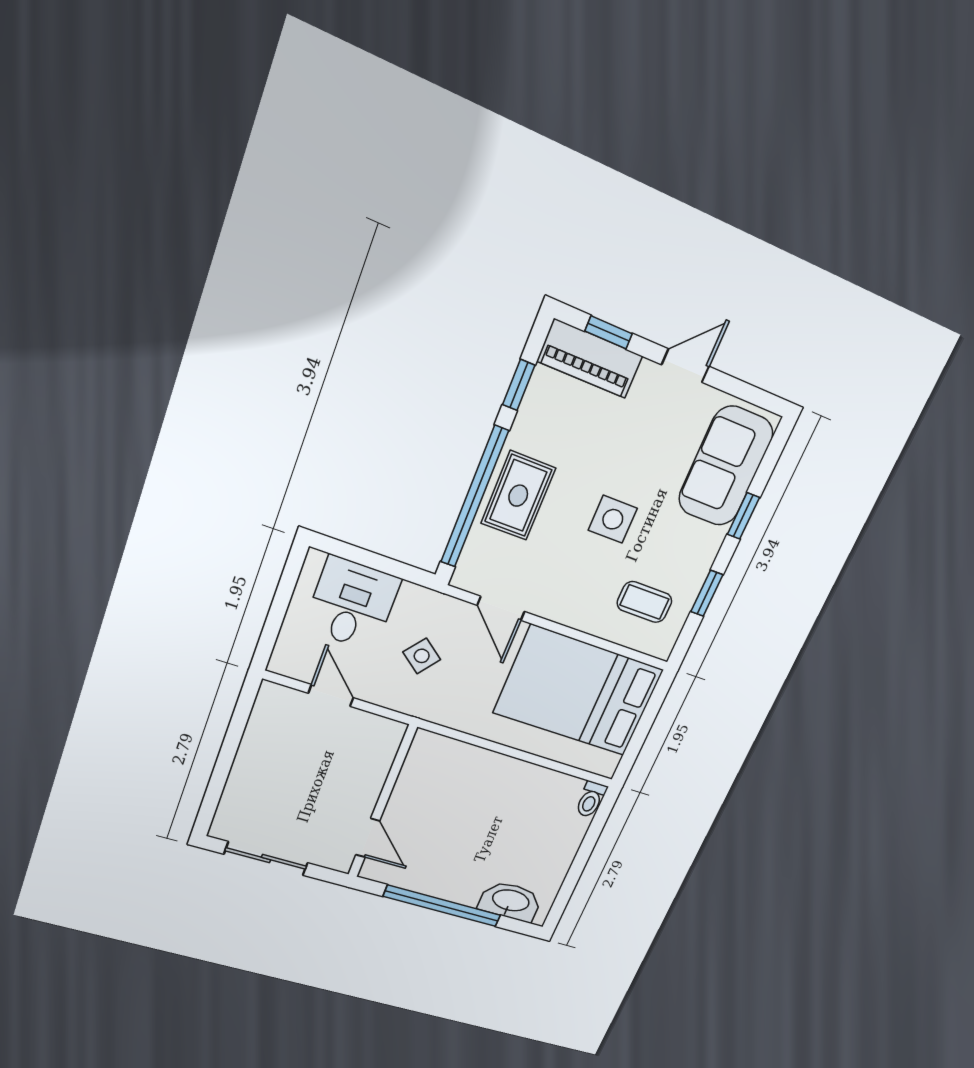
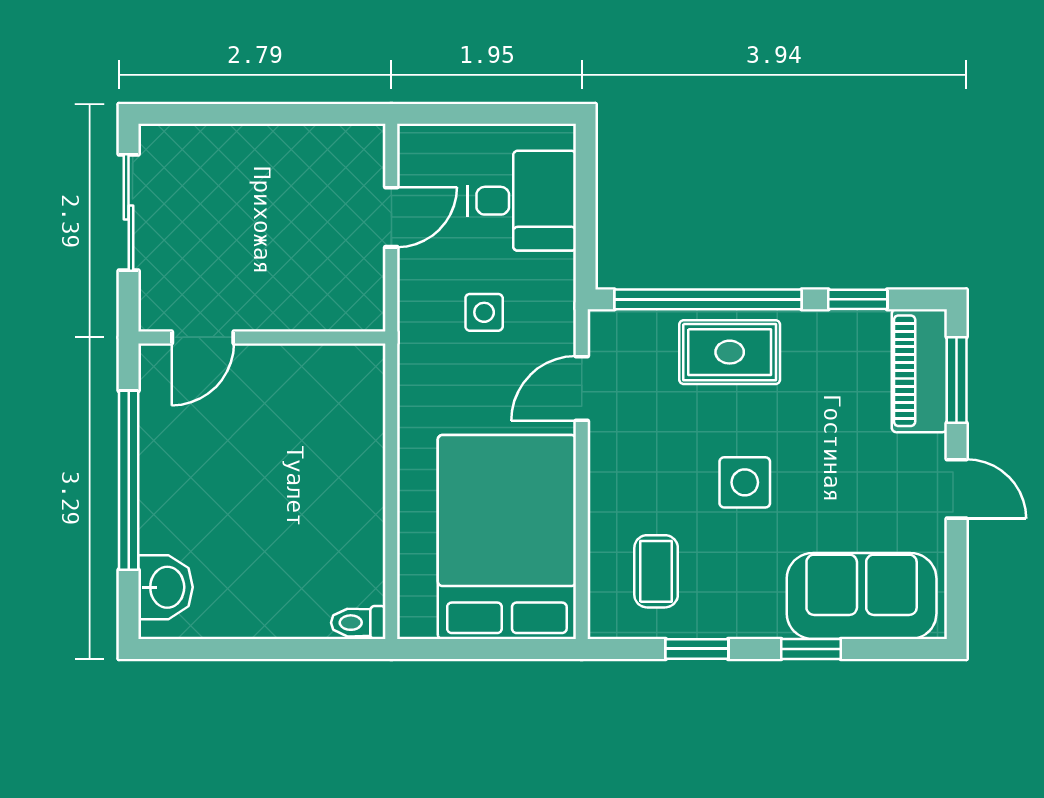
window: (609, 332) -> (957, 380), width x1.50
side table: (422, 656) -> (484, 312), turned -38
washbasin: (510, 901) -> (166, 587), width x0.72

